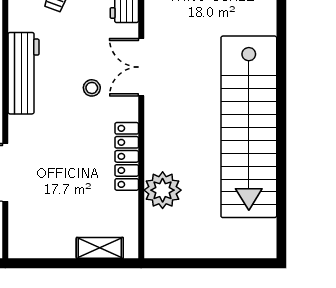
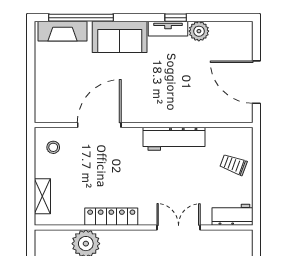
stool: (92, 88) -> (53, 147), moved

